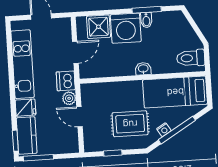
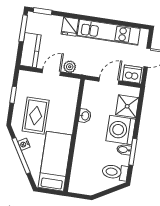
door: (75, 52) -> (109, 81), swing flipped
toilet: (191, 58) -> (115, 172), moved, turned -90
washbasin: (143, 69) -> (85, 116), moved
dishwasher: (66, 81) -> (132, 74), moved
kitchen counter: (27, 135) -> (31, 50), moved, turned -90

